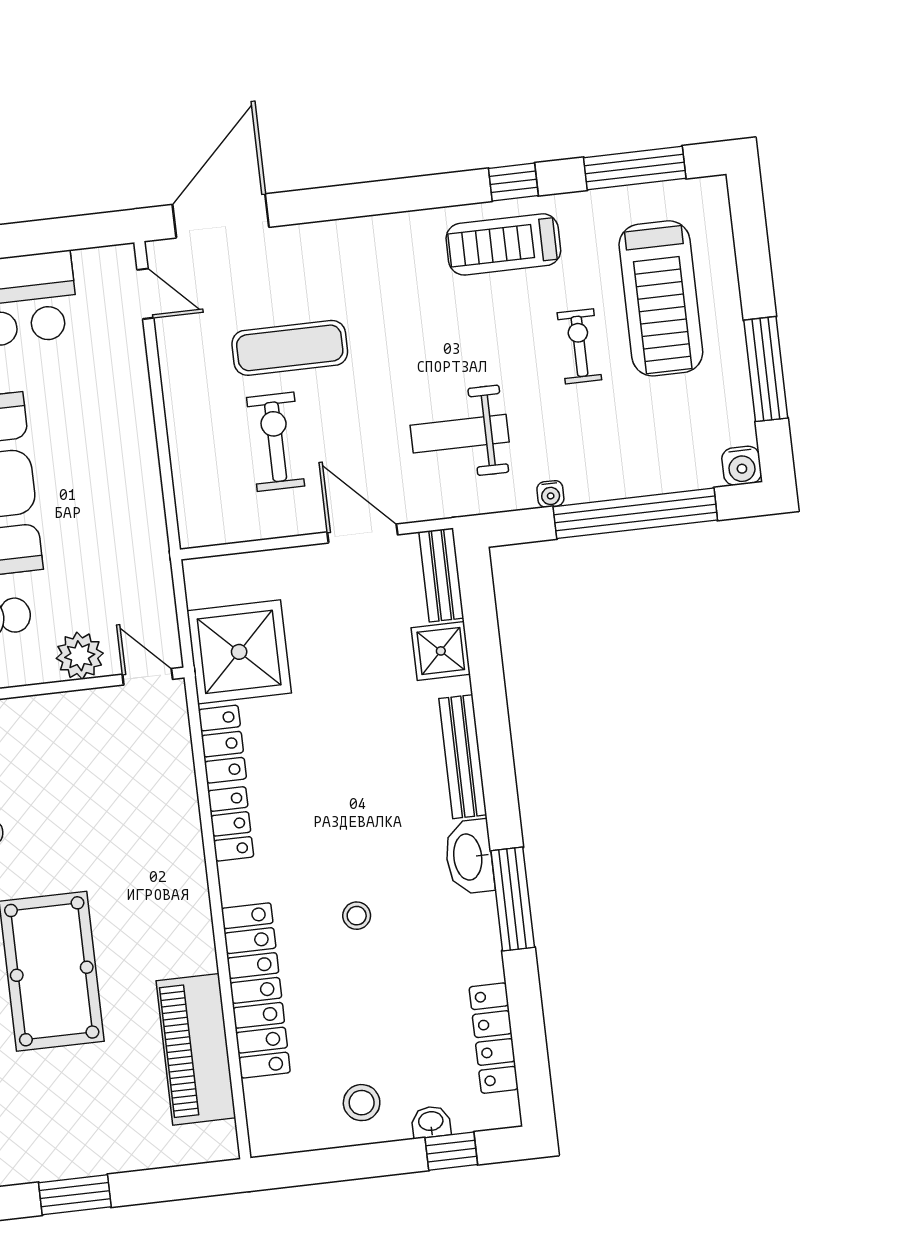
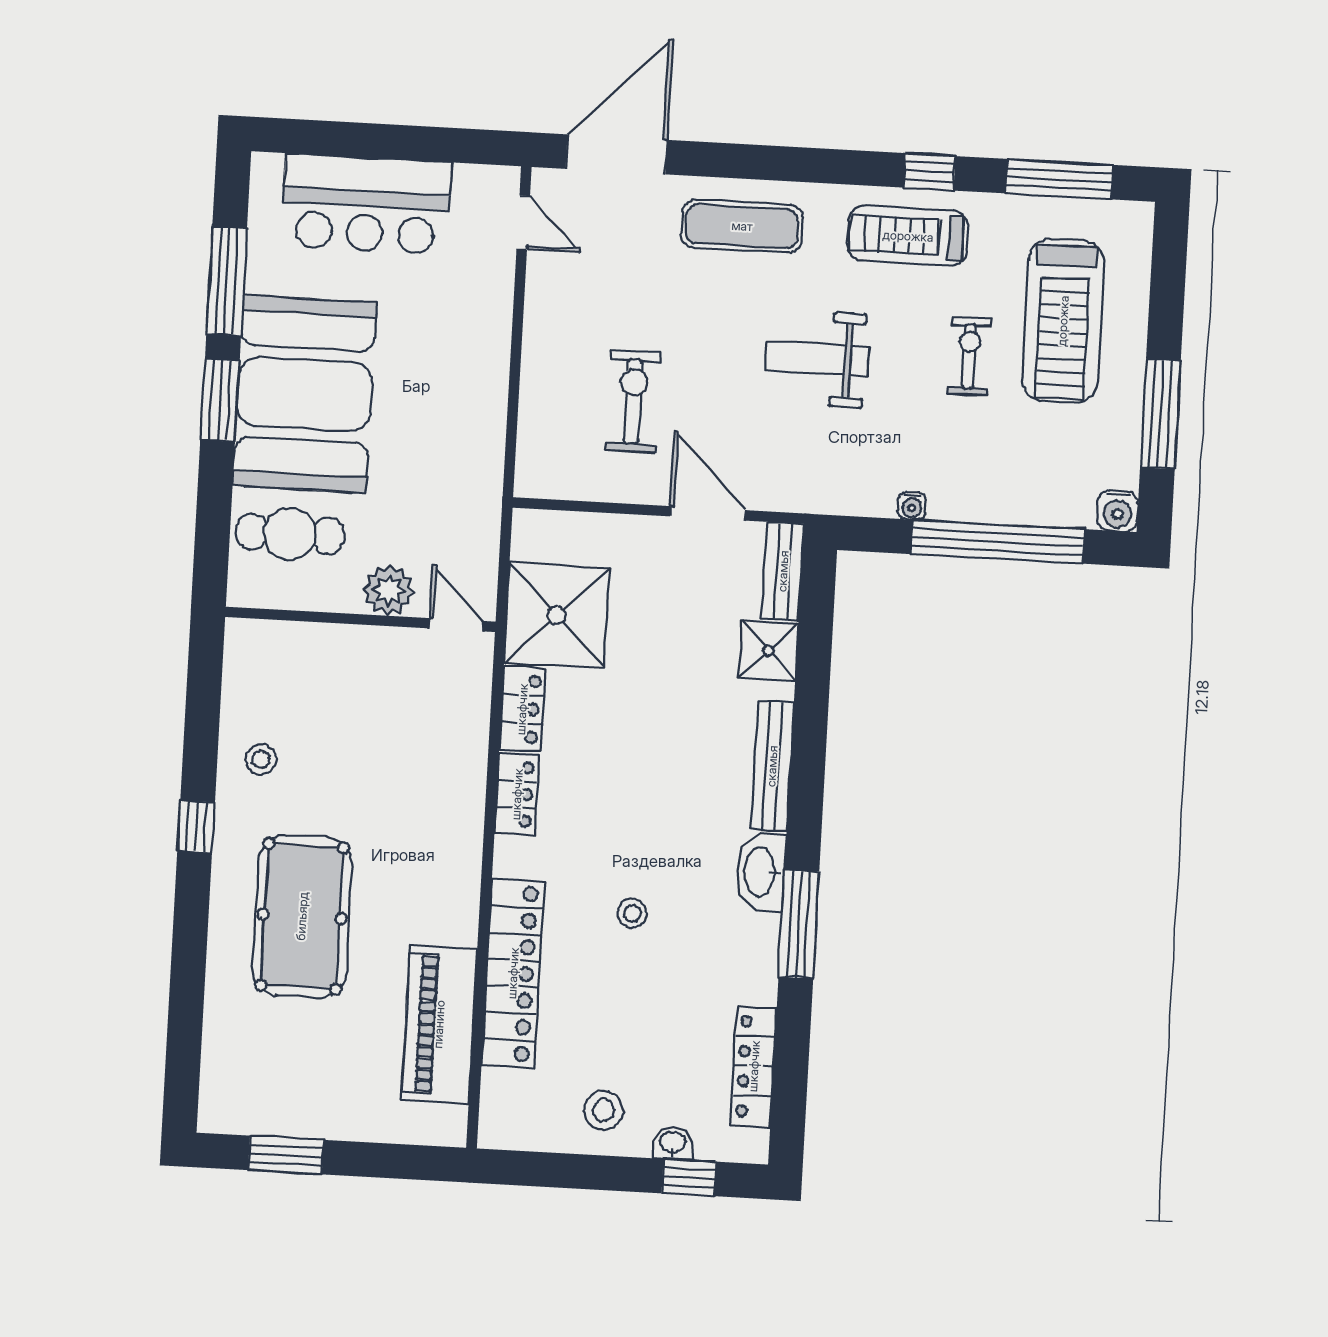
exercise mat: (290, 348) -> (742, 226), moved
weight bench: (460, 434) -> (817, 359), moved

